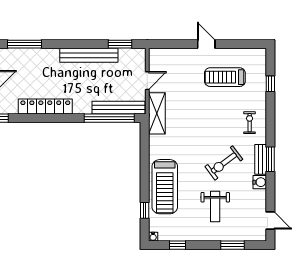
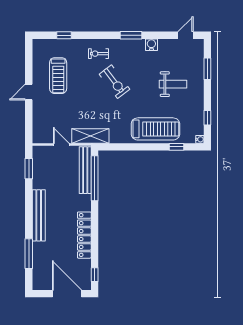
bench: (89, 55) -> (39, 215), moved
bench: (261, 159) -> (131, 44), removed
exercise bike: (224, 163) -> (114, 82), moved

